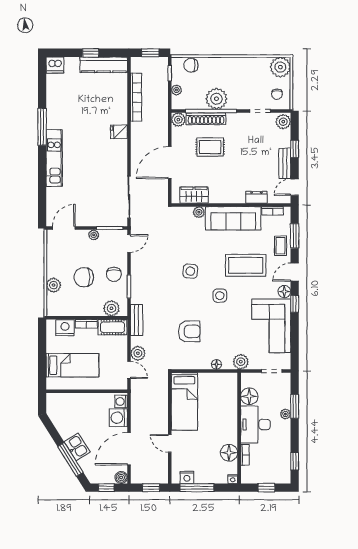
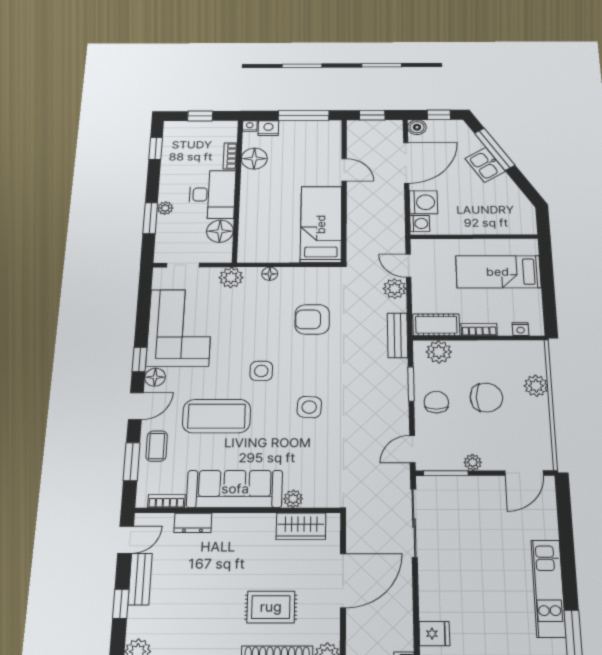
nightstand: (65, 328) -> (520, 329), width x0.53, depth x0.56
nightstand: (187, 477) -> (268, 128), moved

